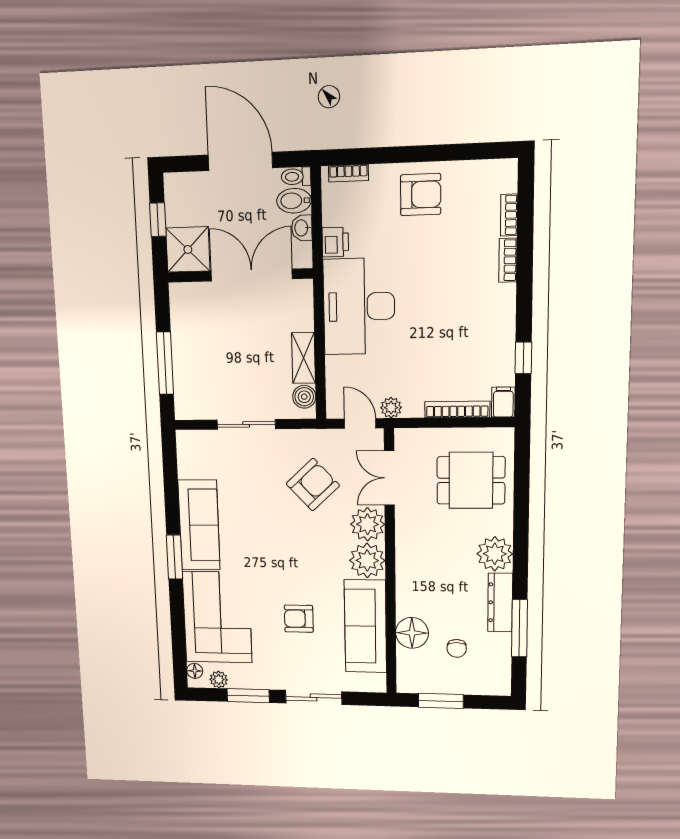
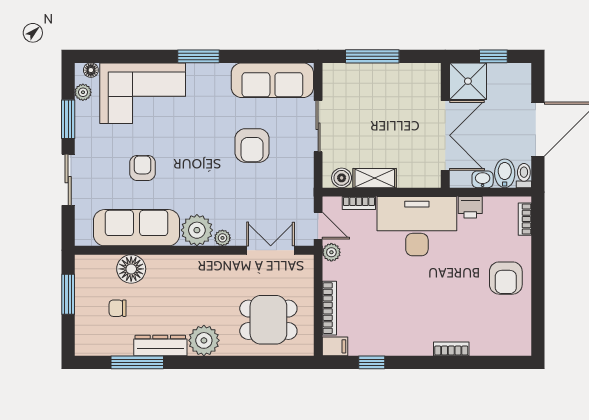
bookcase: (509, 215) -> (359, 203), moved, turned 180
door: (360, 423) -> (318, 226), hinge flipped
dining table: (471, 480) -> (268, 320), turned 90
armchair: (313, 485) -> (252, 146), moved, turned 43
plant: (368, 524) -> (222, 238), width x0.53, depth x0.53
sofa: (199, 525) -> (272, 80), moved

